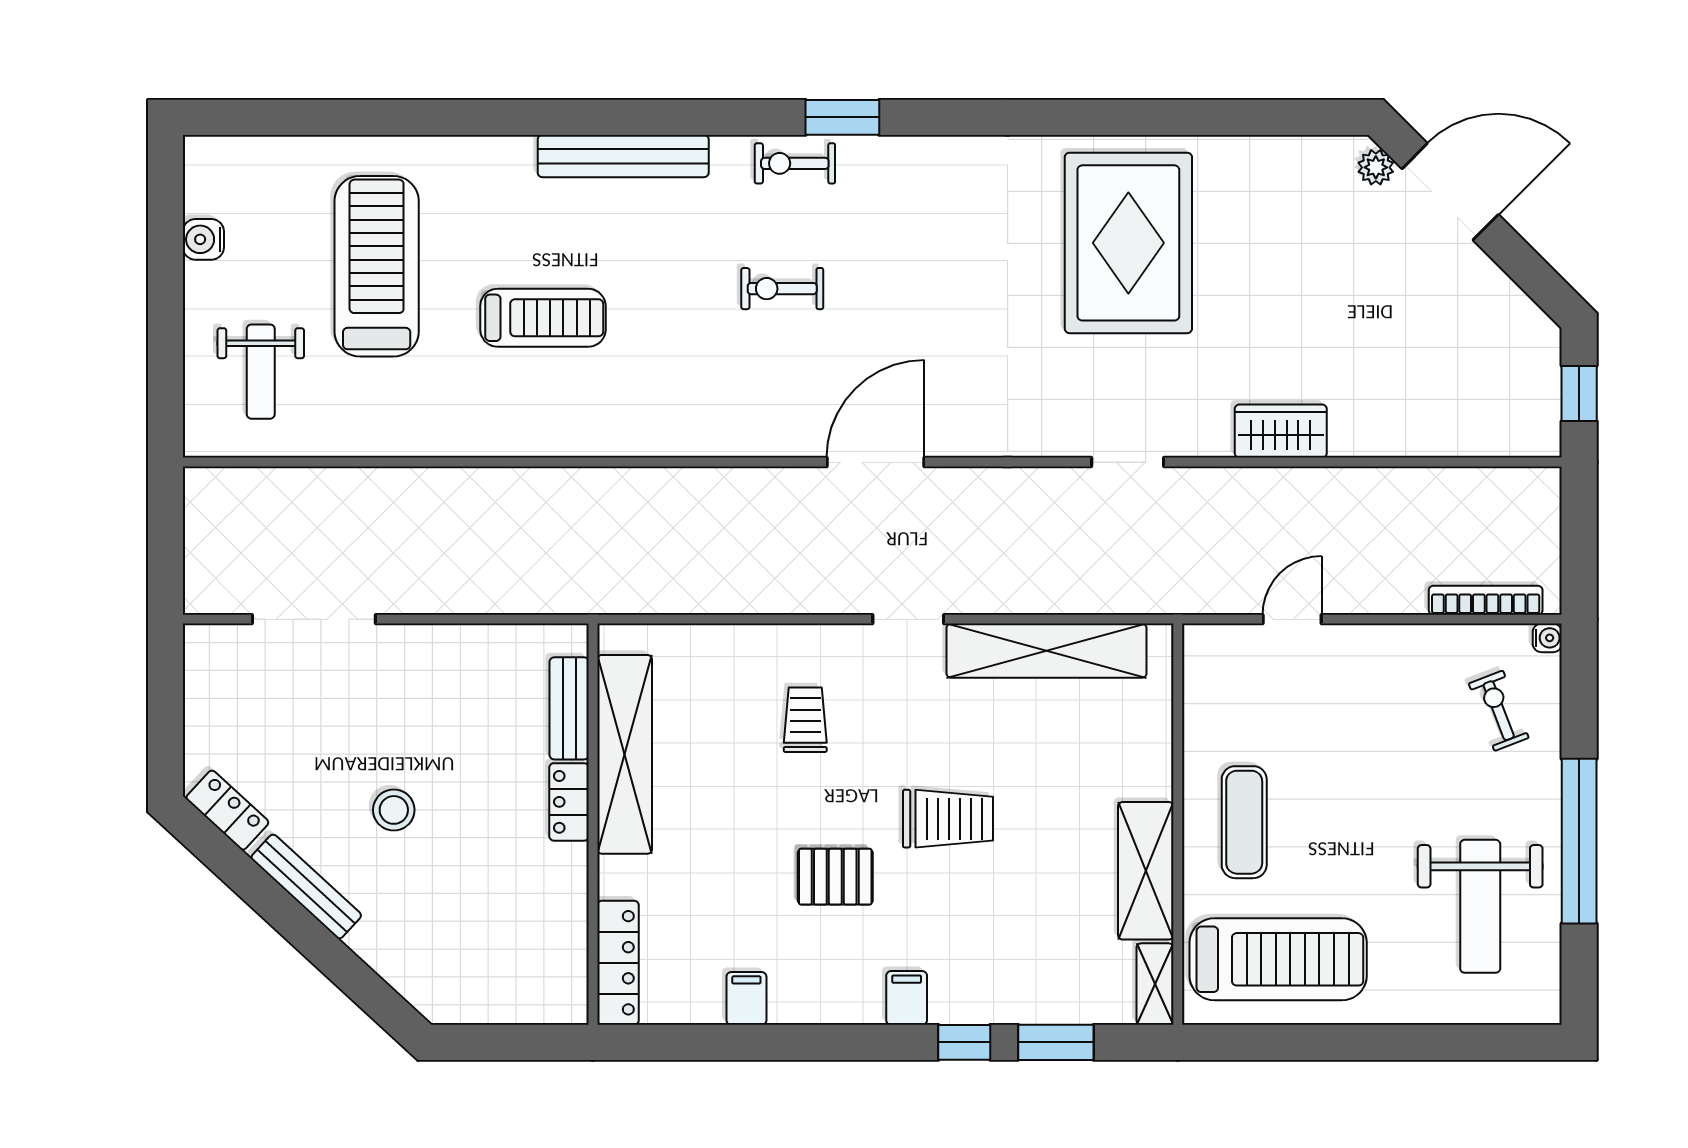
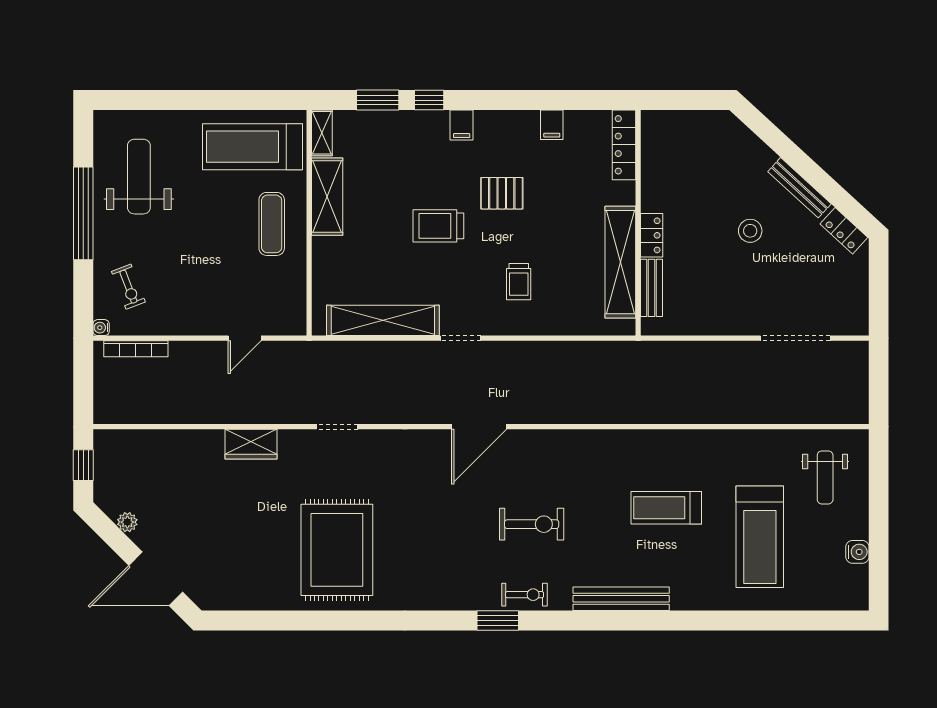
plant: (1376, 167) -> (127, 522), moved
exercise bike: (782, 289) -> (532, 524), width x1.38, depth x1.39
weight bench: (261, 372) -> (825, 477), turned 180

